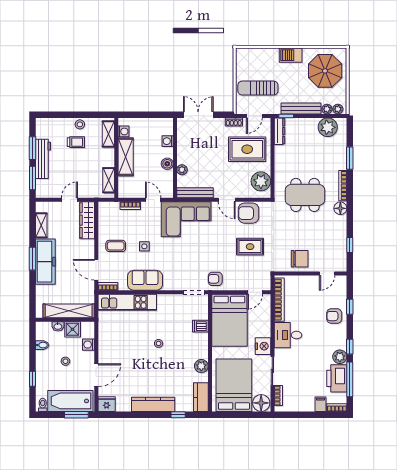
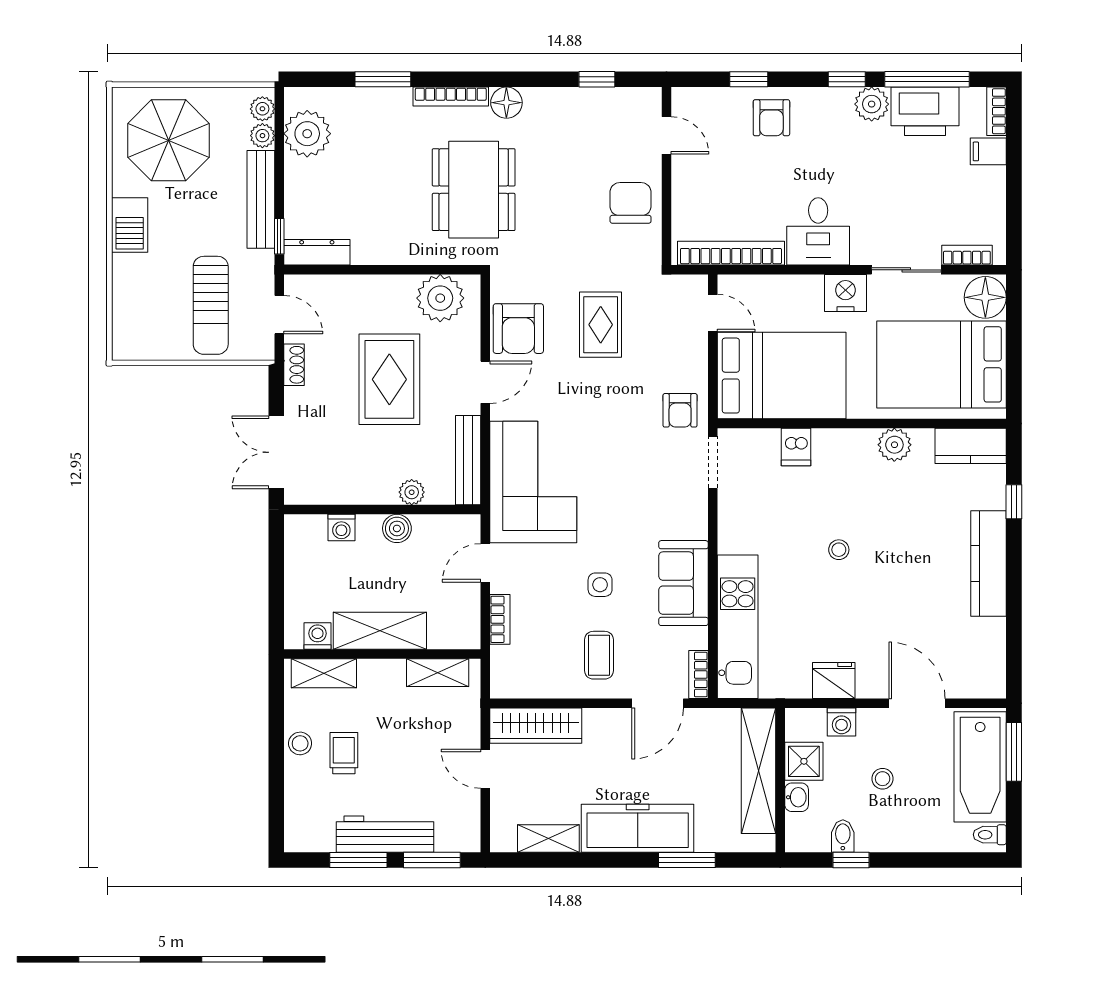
rug: (247, 149) -> (389, 379), moved
window: (32, 259) -> (687, 860), moved
window: (32, 379) -> (851, 860), moved
fridge: (107, 404) -> (834, 680), moved, turned 90

